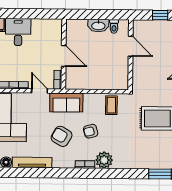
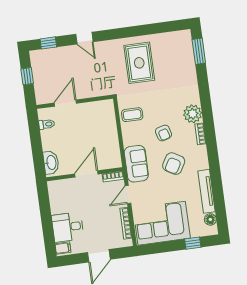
washbasin: (98, 26) -> (51, 162), moved

